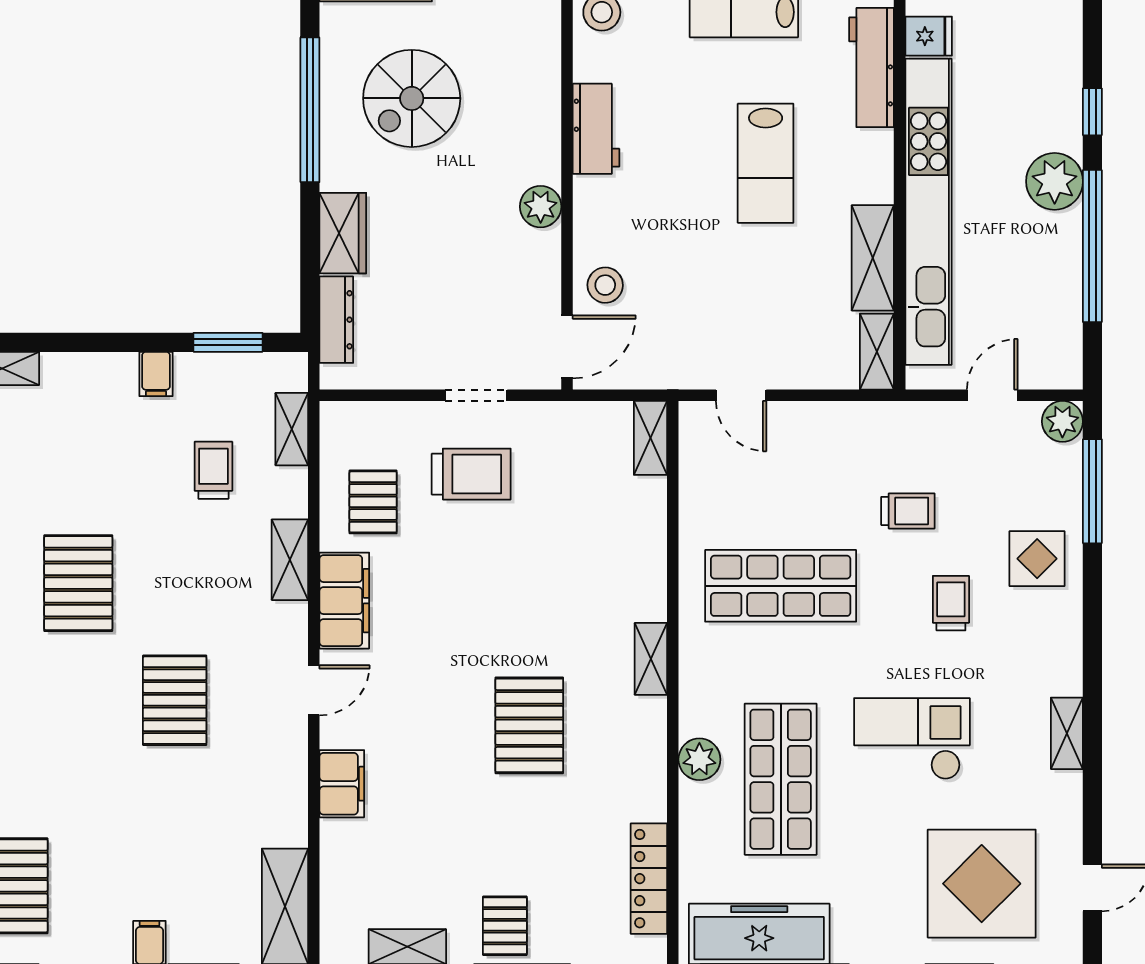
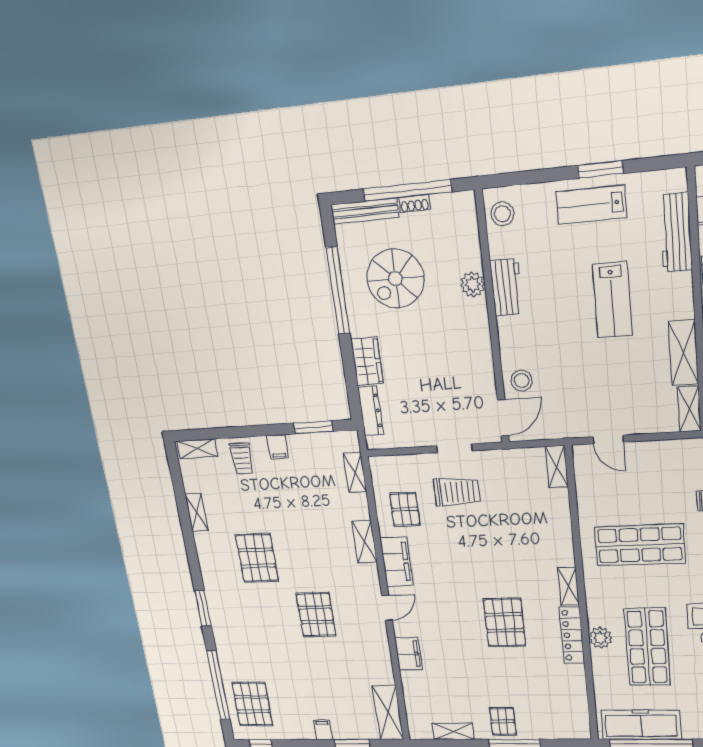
plant: (541, 207) -> (473, 284), moved
trolley: (213, 470) -> (242, 458), moved, turned 180
locker: (649, 879) -> (572, 635), moved

